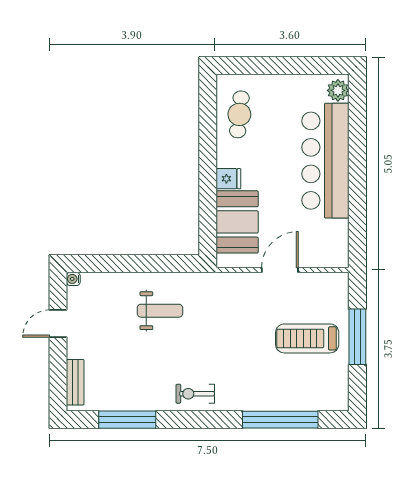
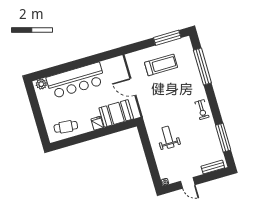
window: (357, 337) -> (167, 38), moved
treadmill: (307, 338) -> (161, 65), turned -90

